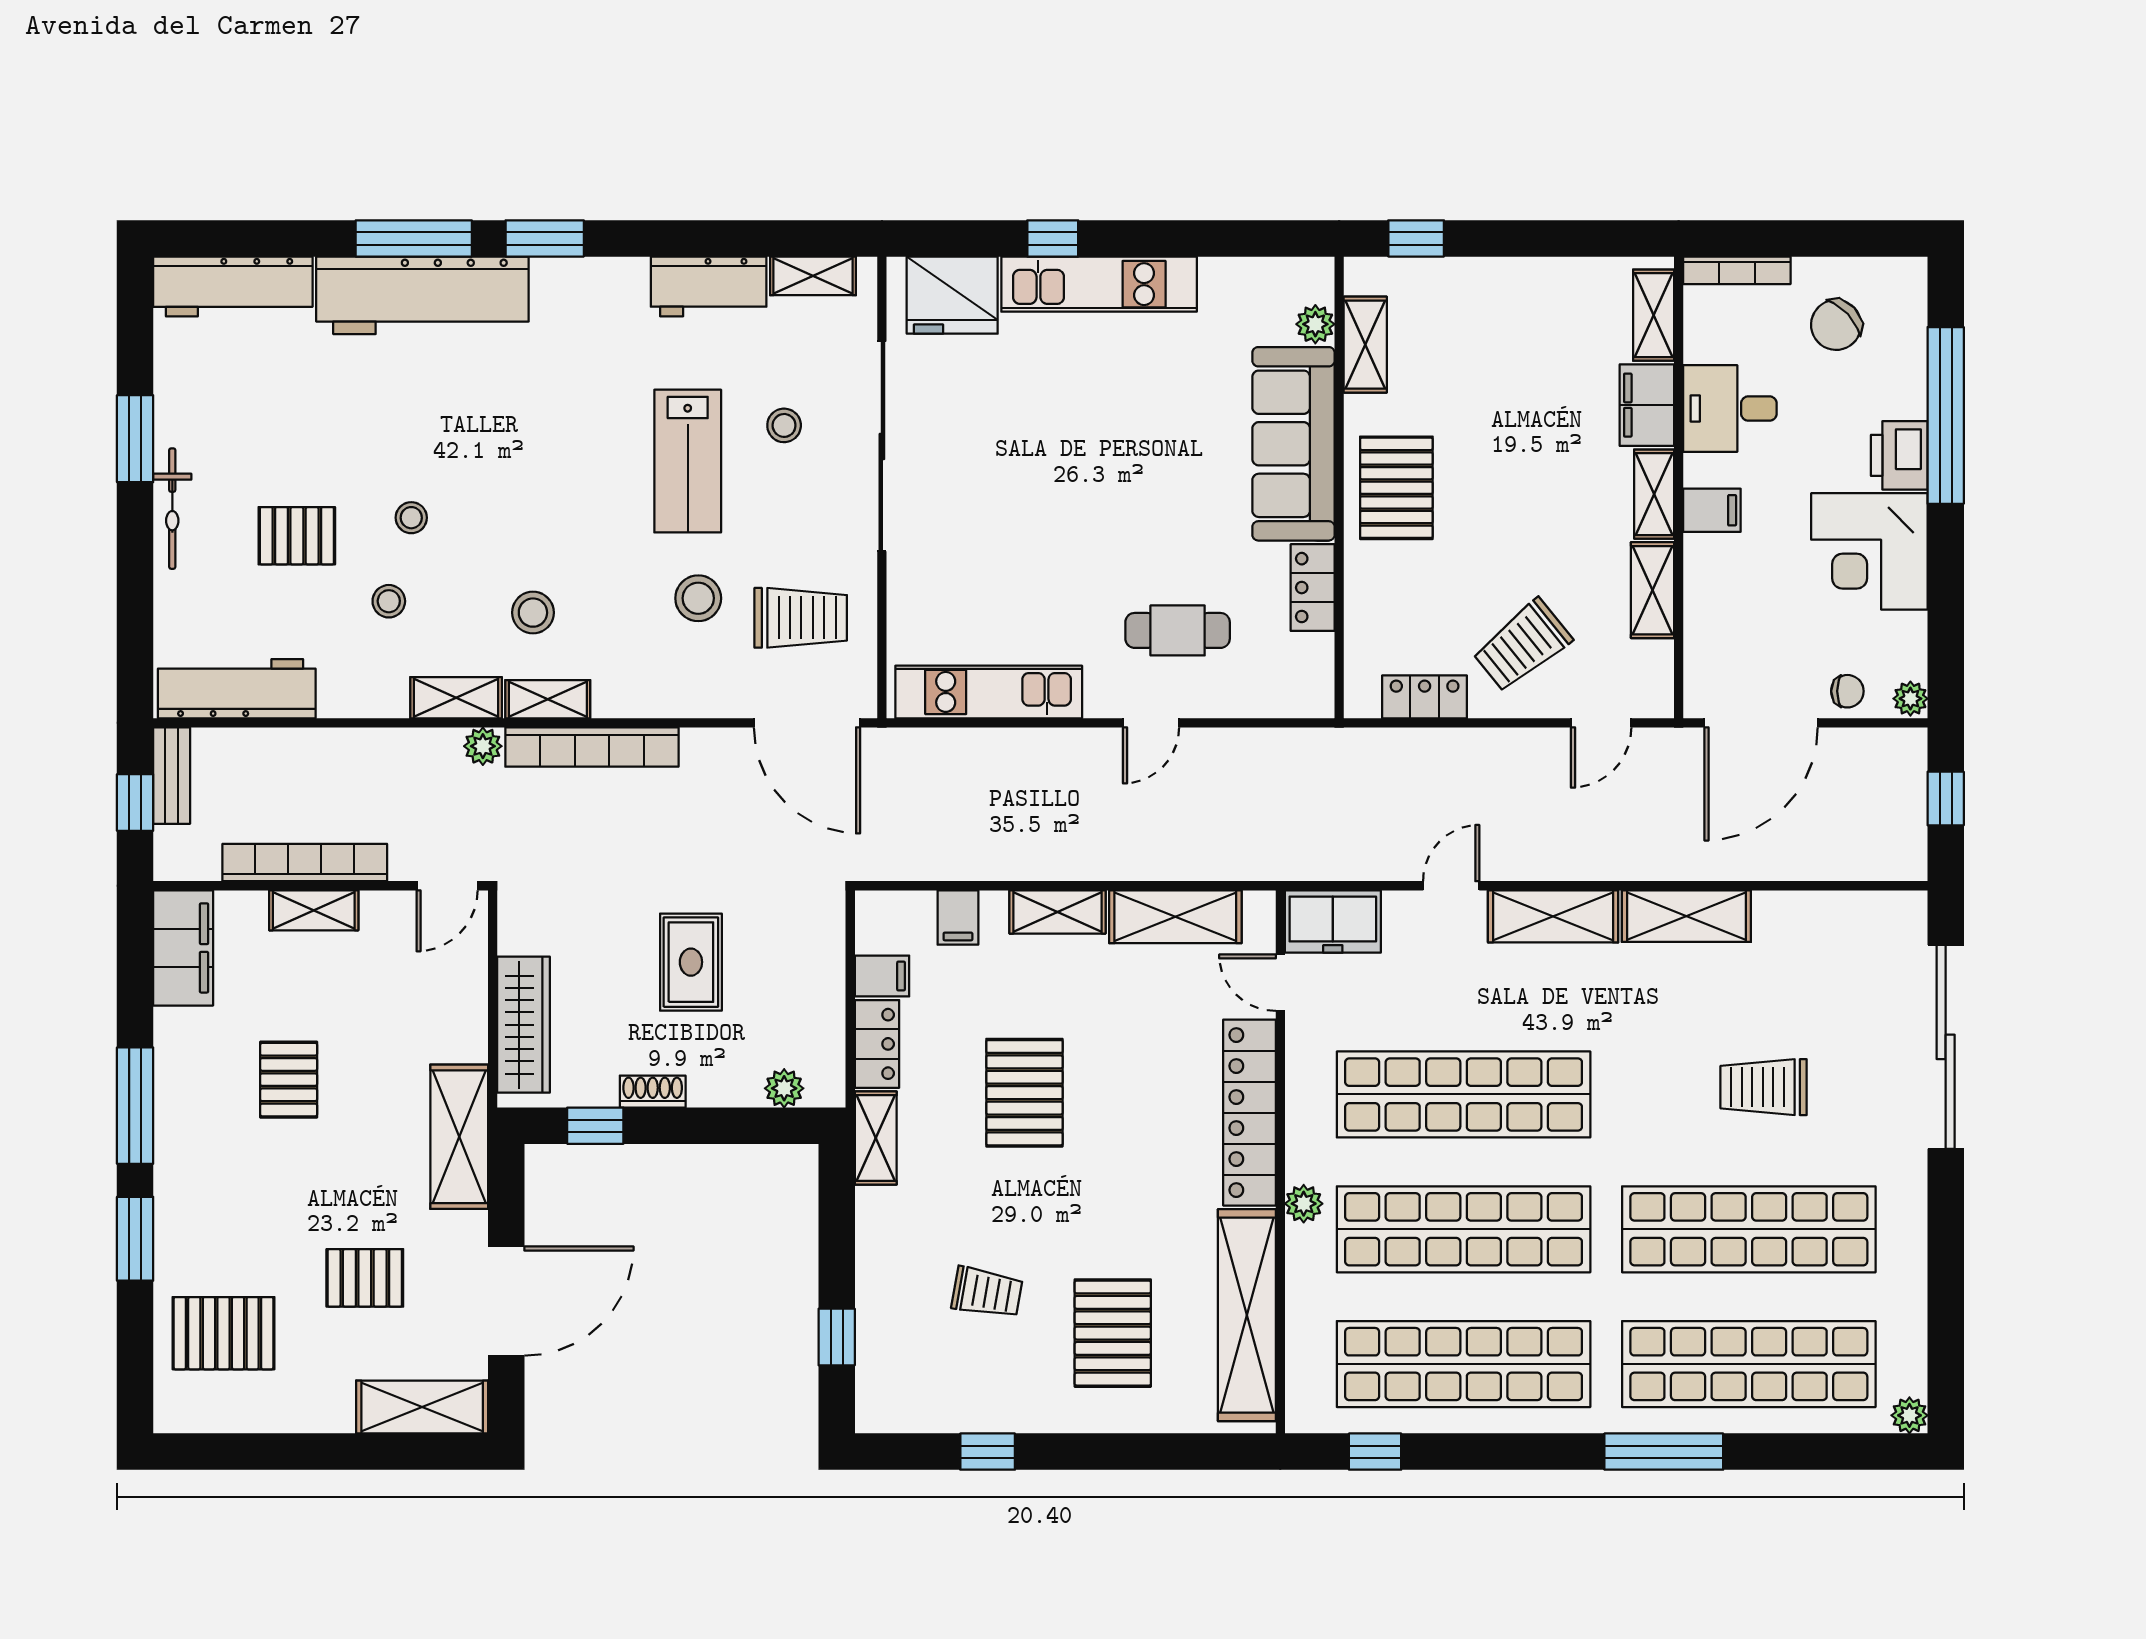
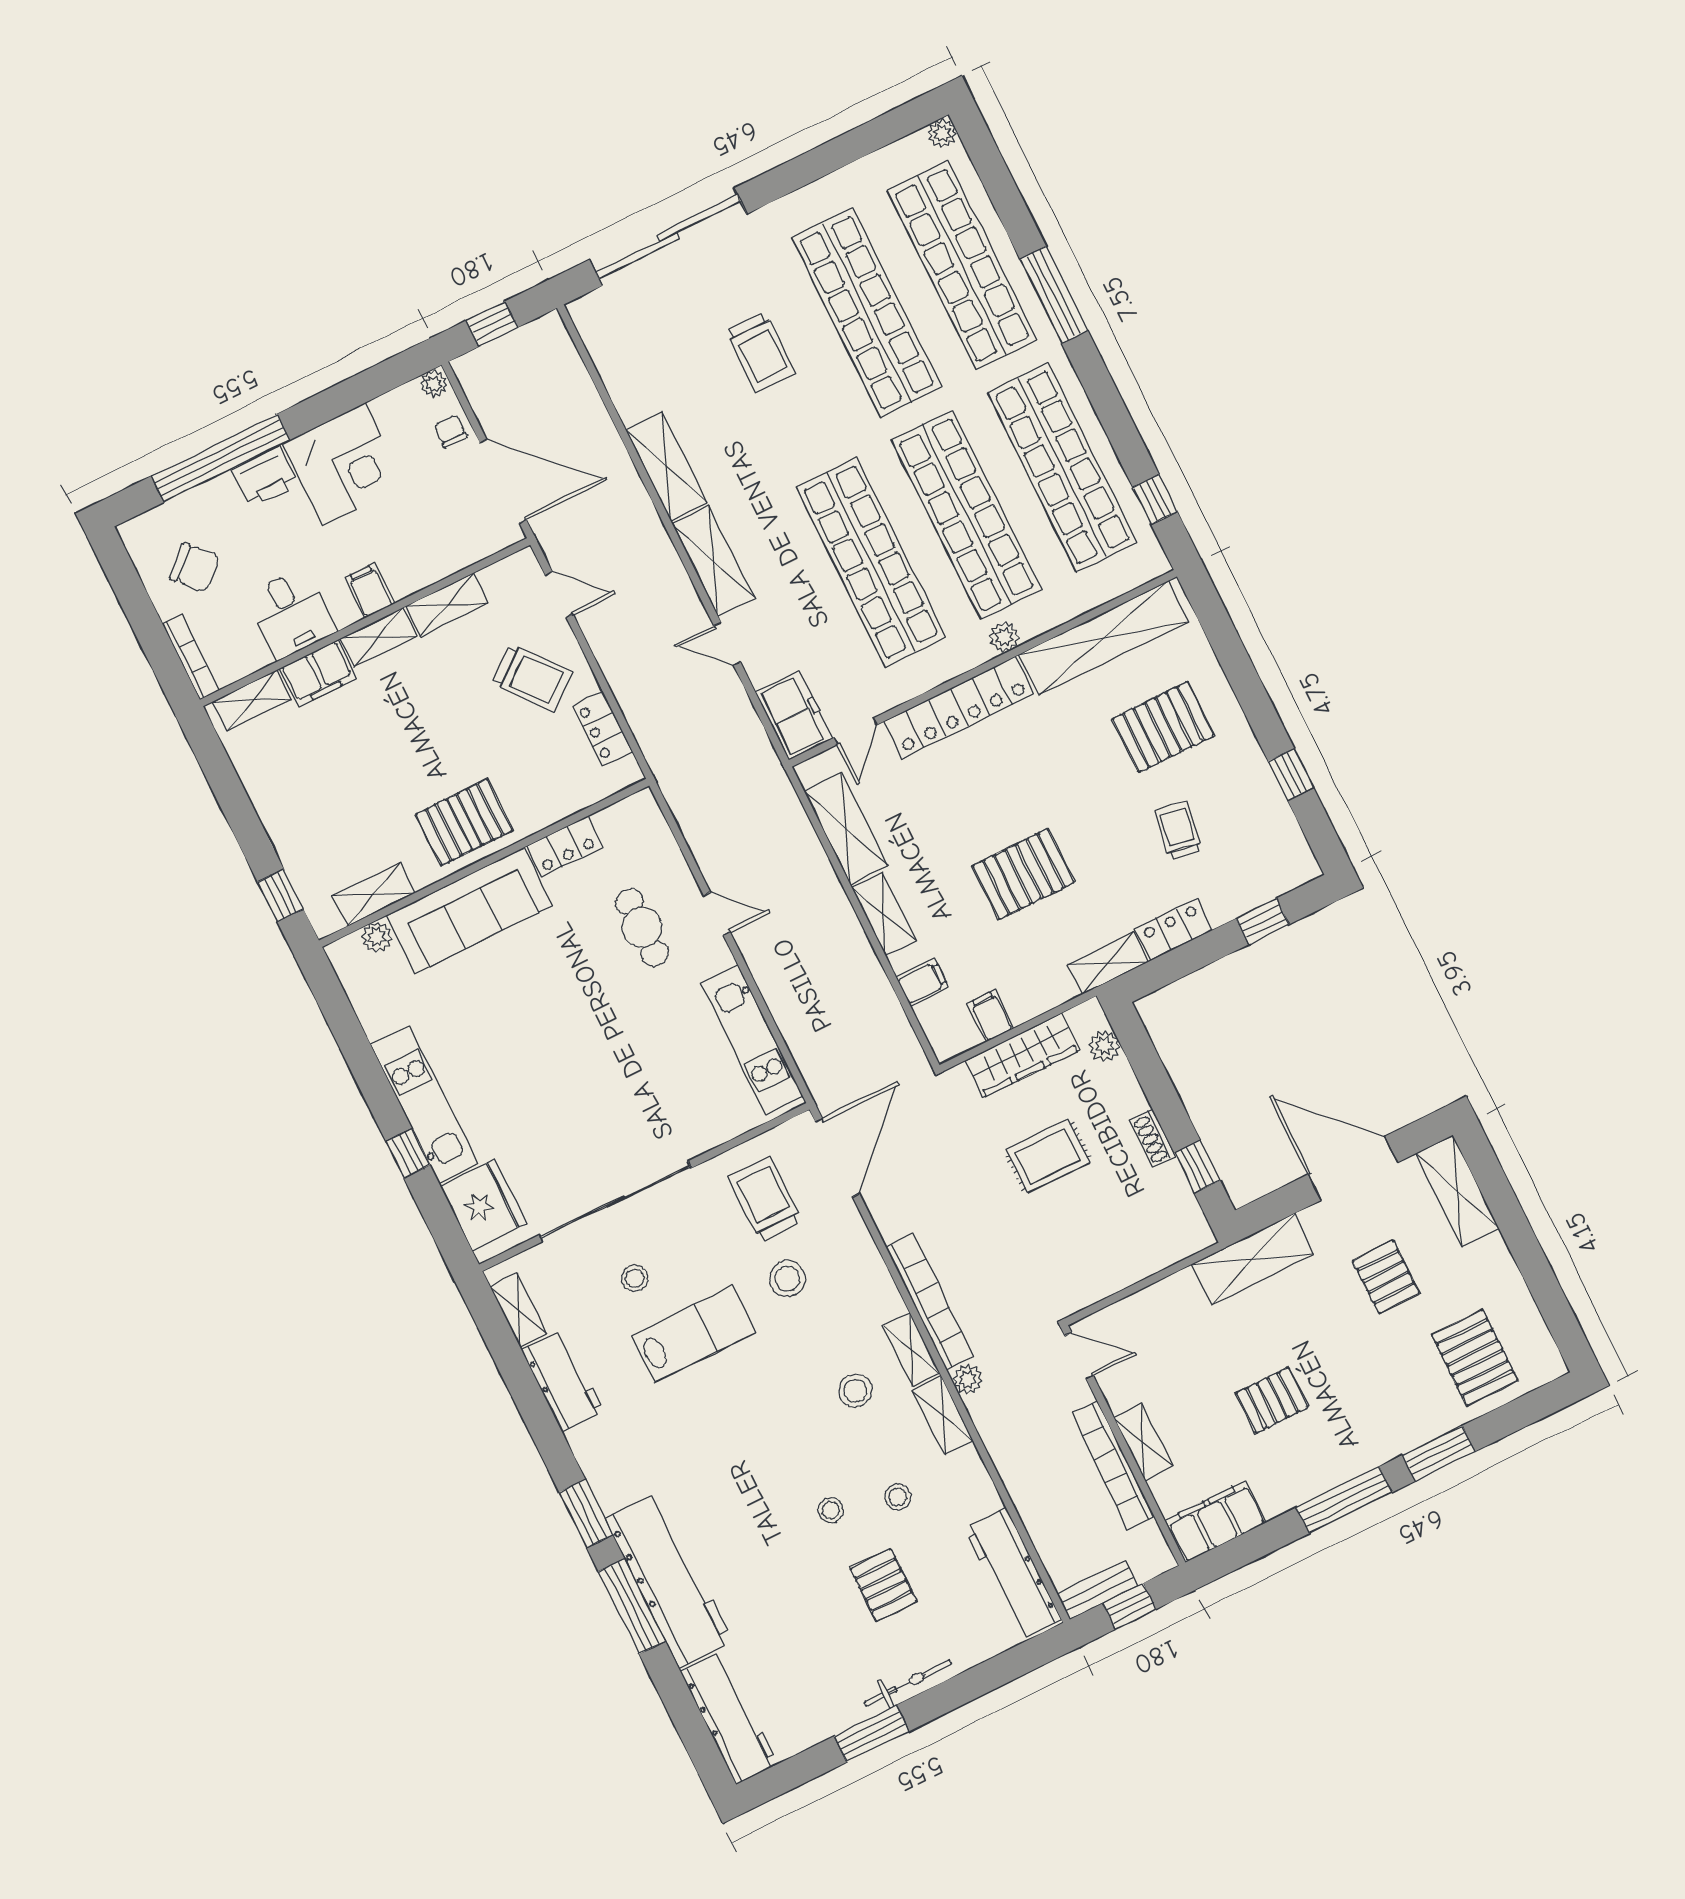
wardrobe: (524, 1025) -> (1022, 1055), moved, turned 180
locker: (877, 1044) -> (1174, 930), moved

